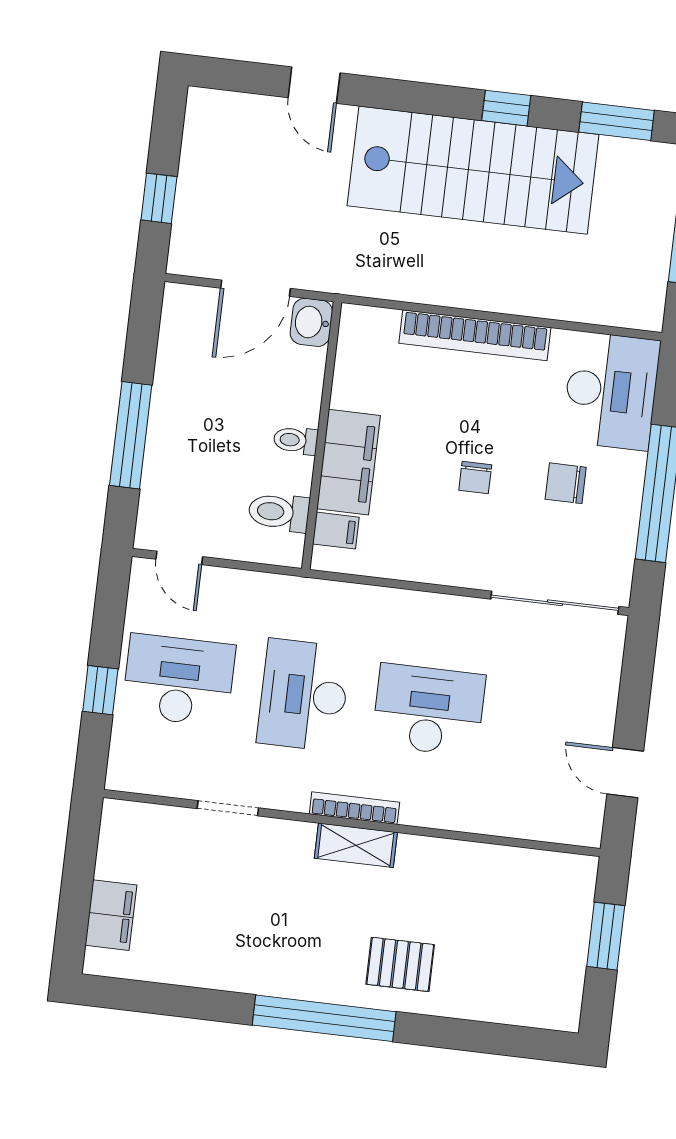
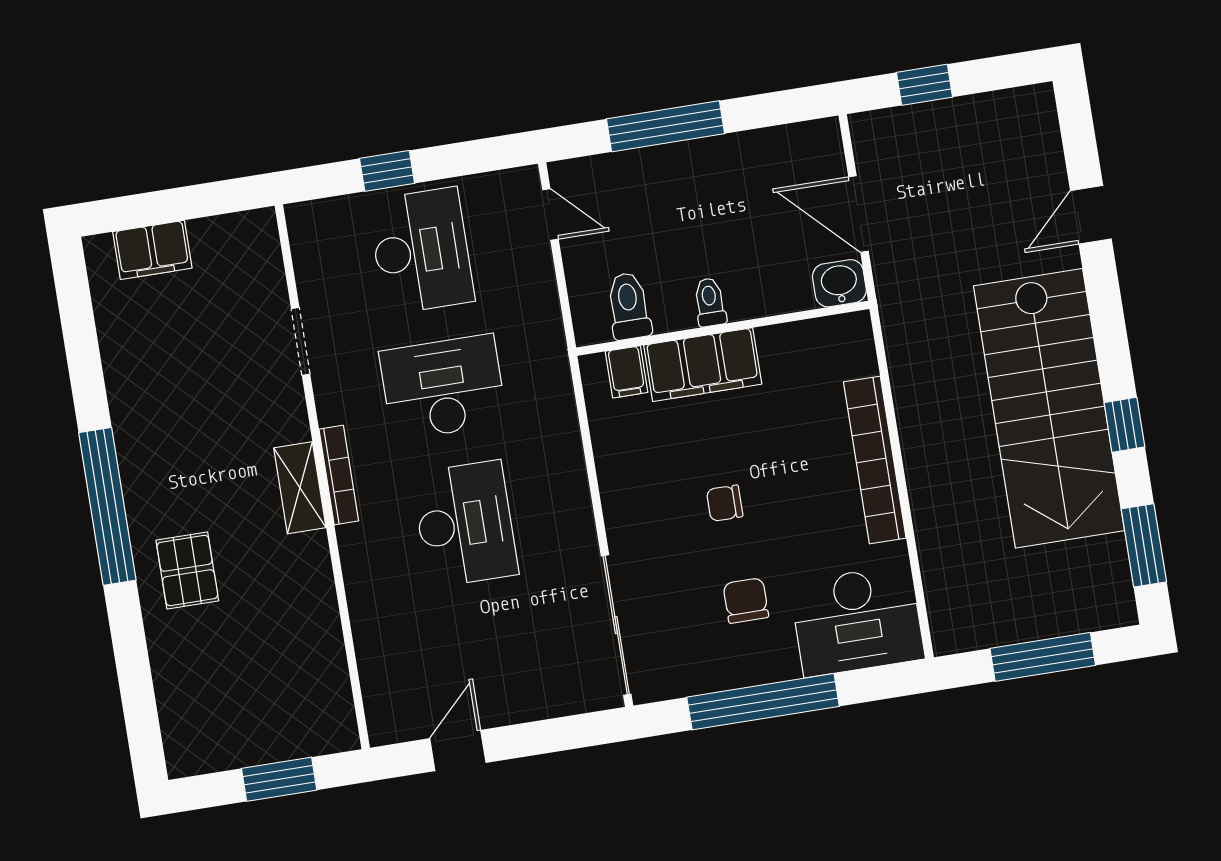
door: (179, 558) -> (550, 215), swing flipped

